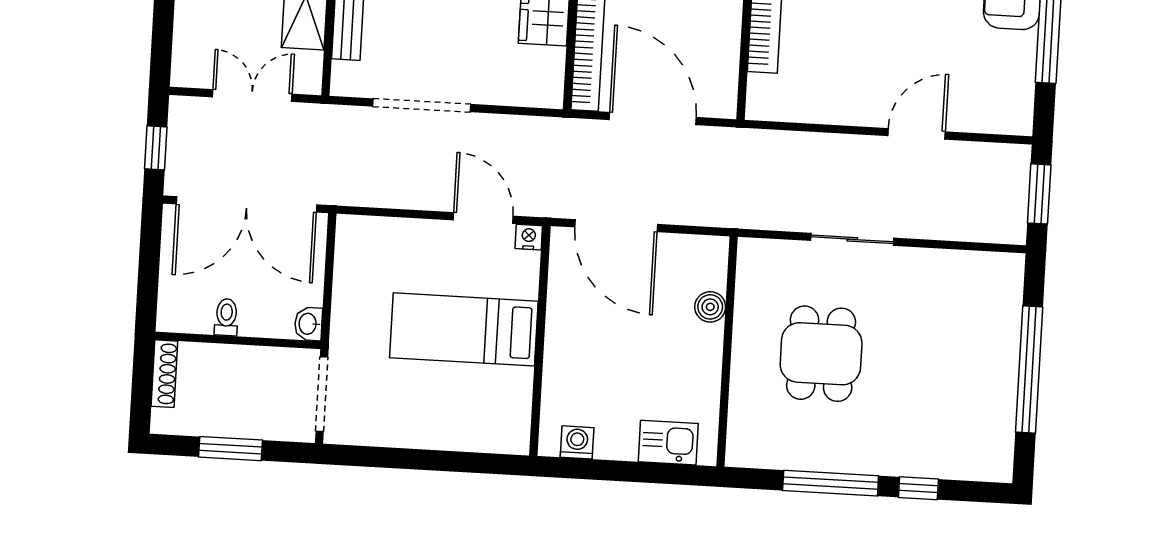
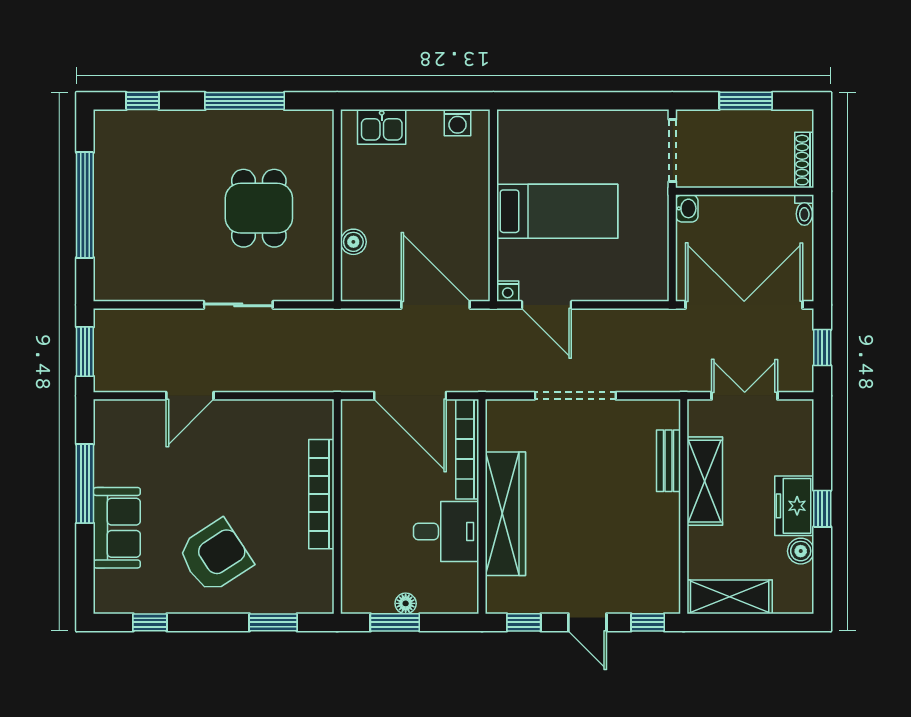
double door: (252, 95) -> (745, 396), swing flipped
doorway: (422, 105) -> (575, 396), moved
toilet: (226, 317) -> (804, 210), moved
window: (918, 488) -> (142, 101), moved

